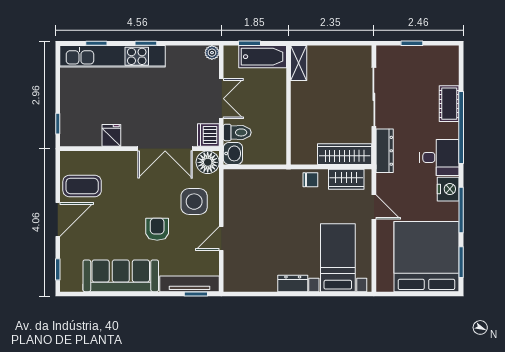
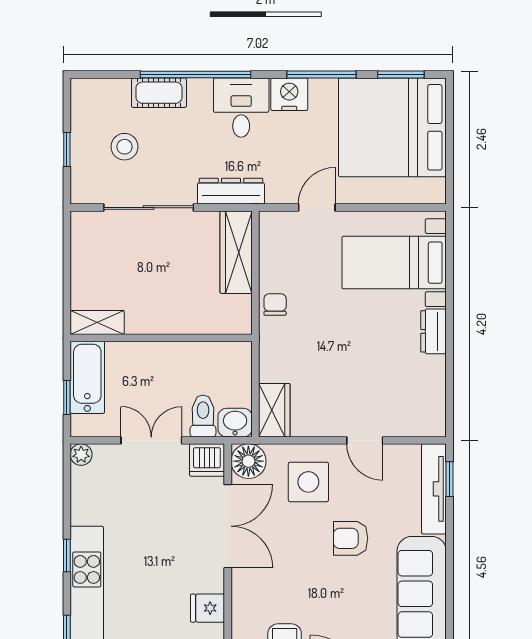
stool: (414, 81) -> (125, 147), added
wardrobe: (346, 179) -> (274, 410), moved

